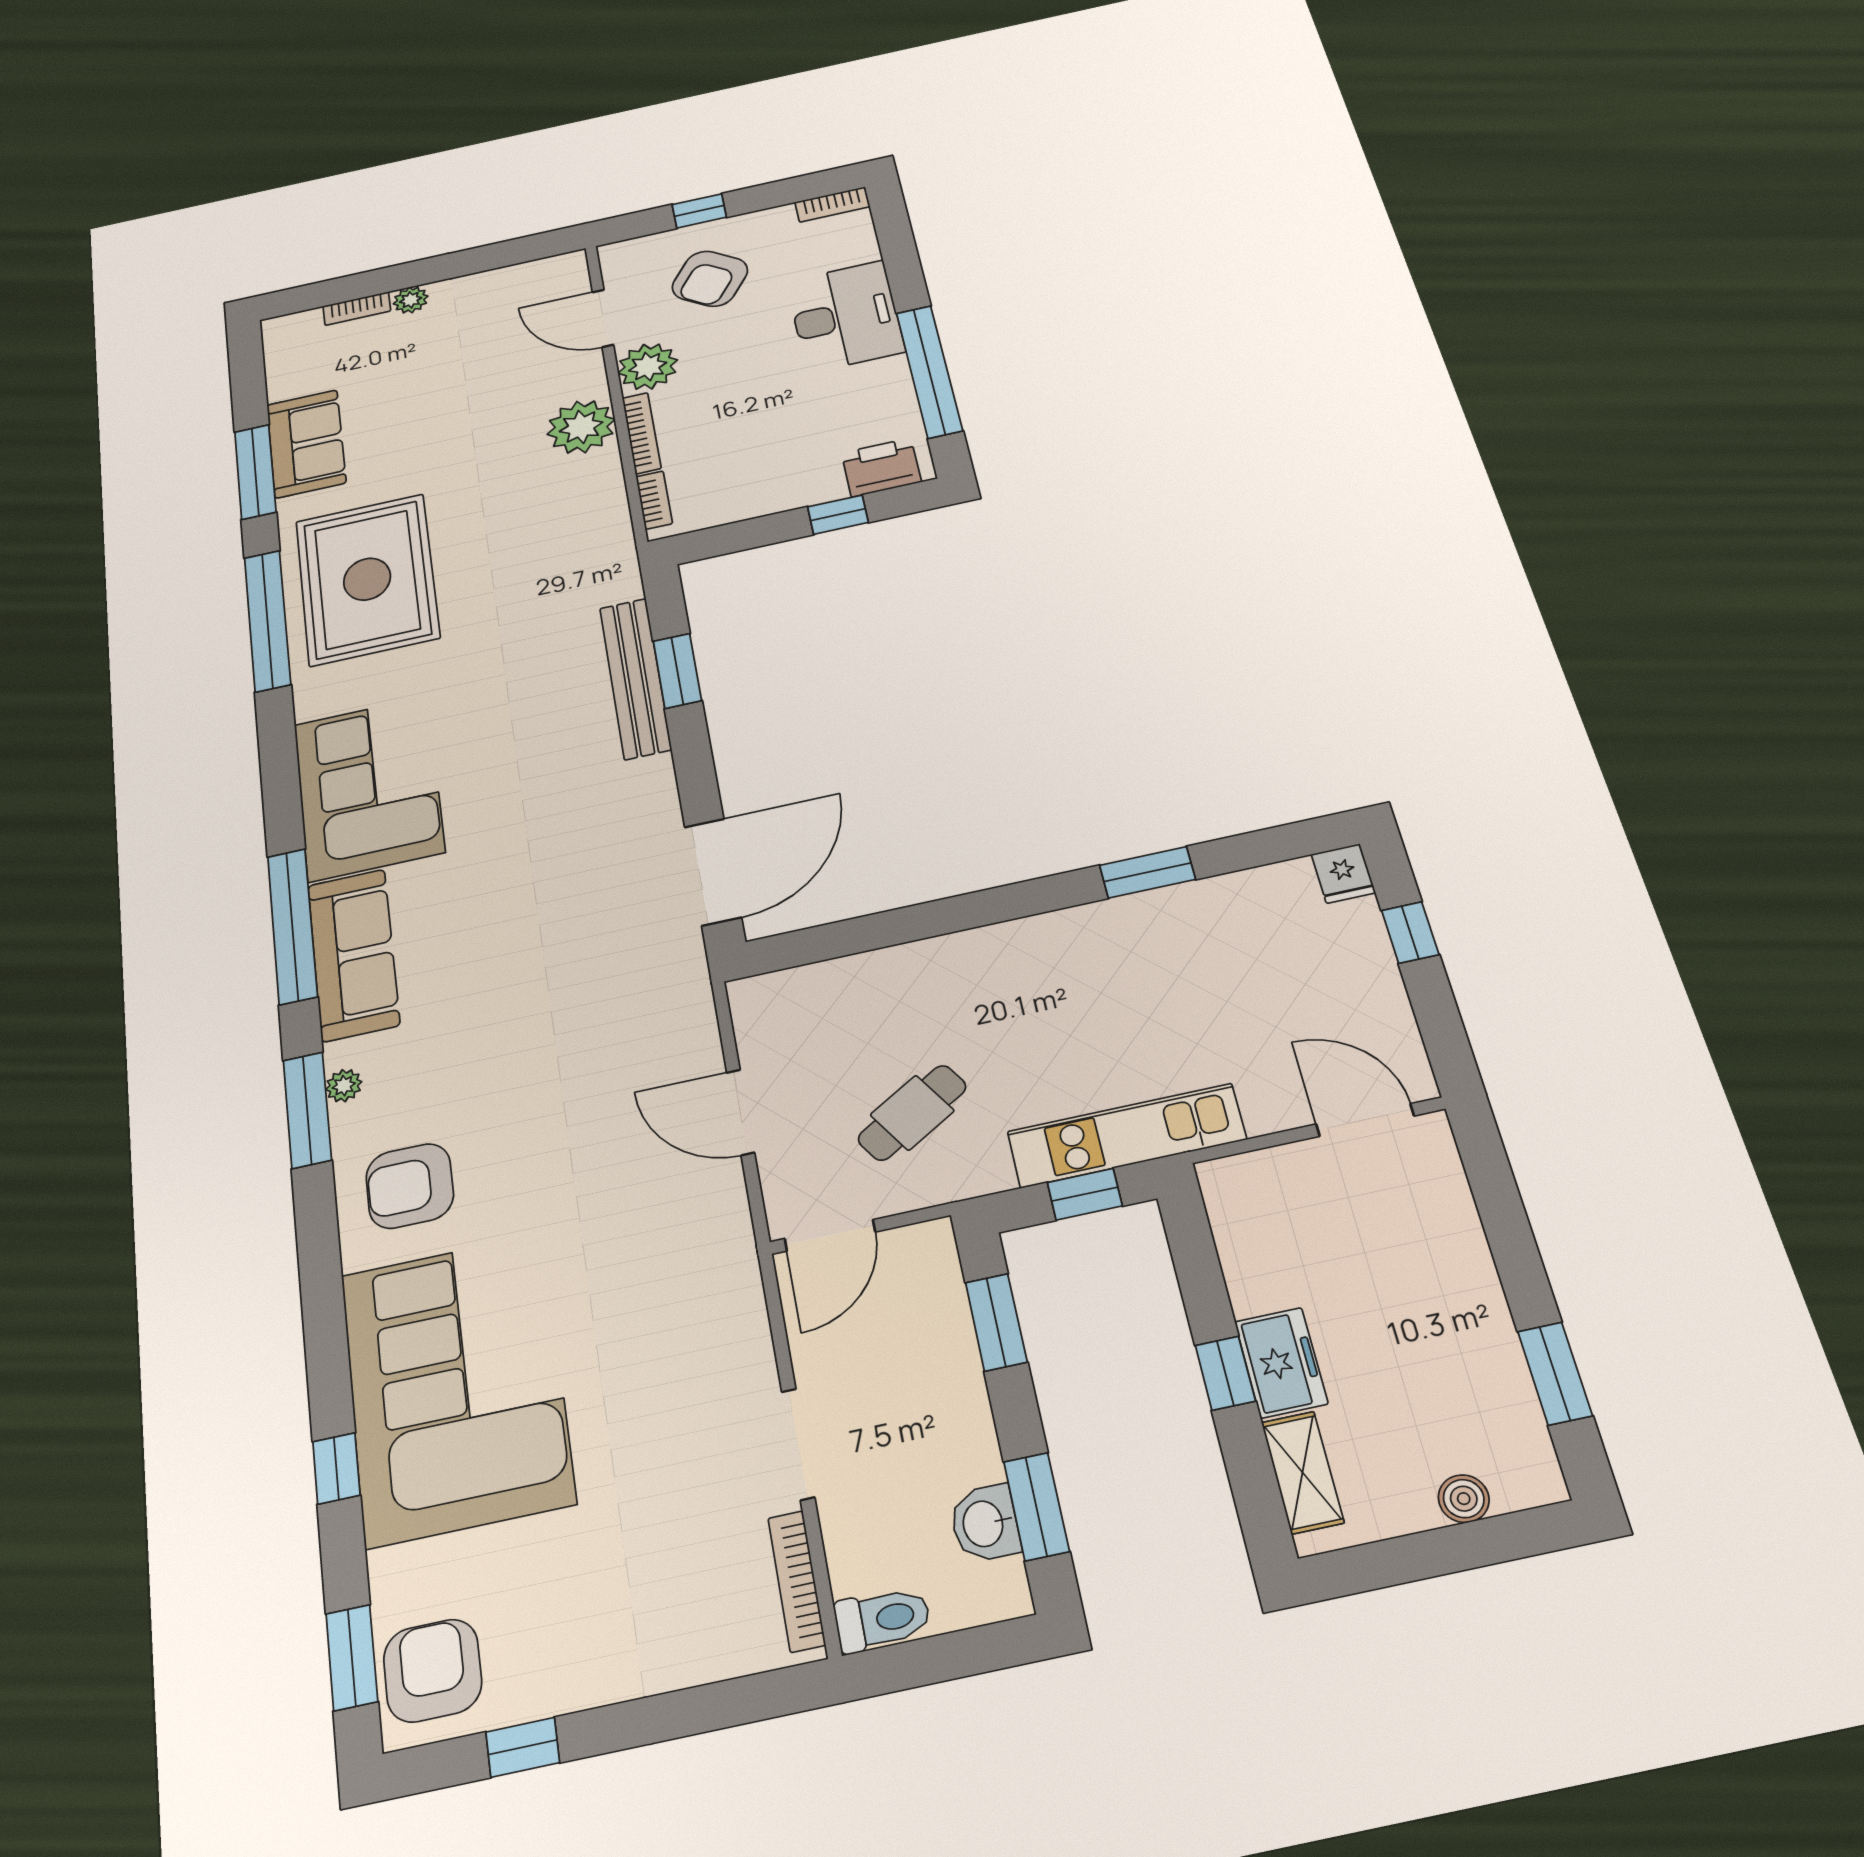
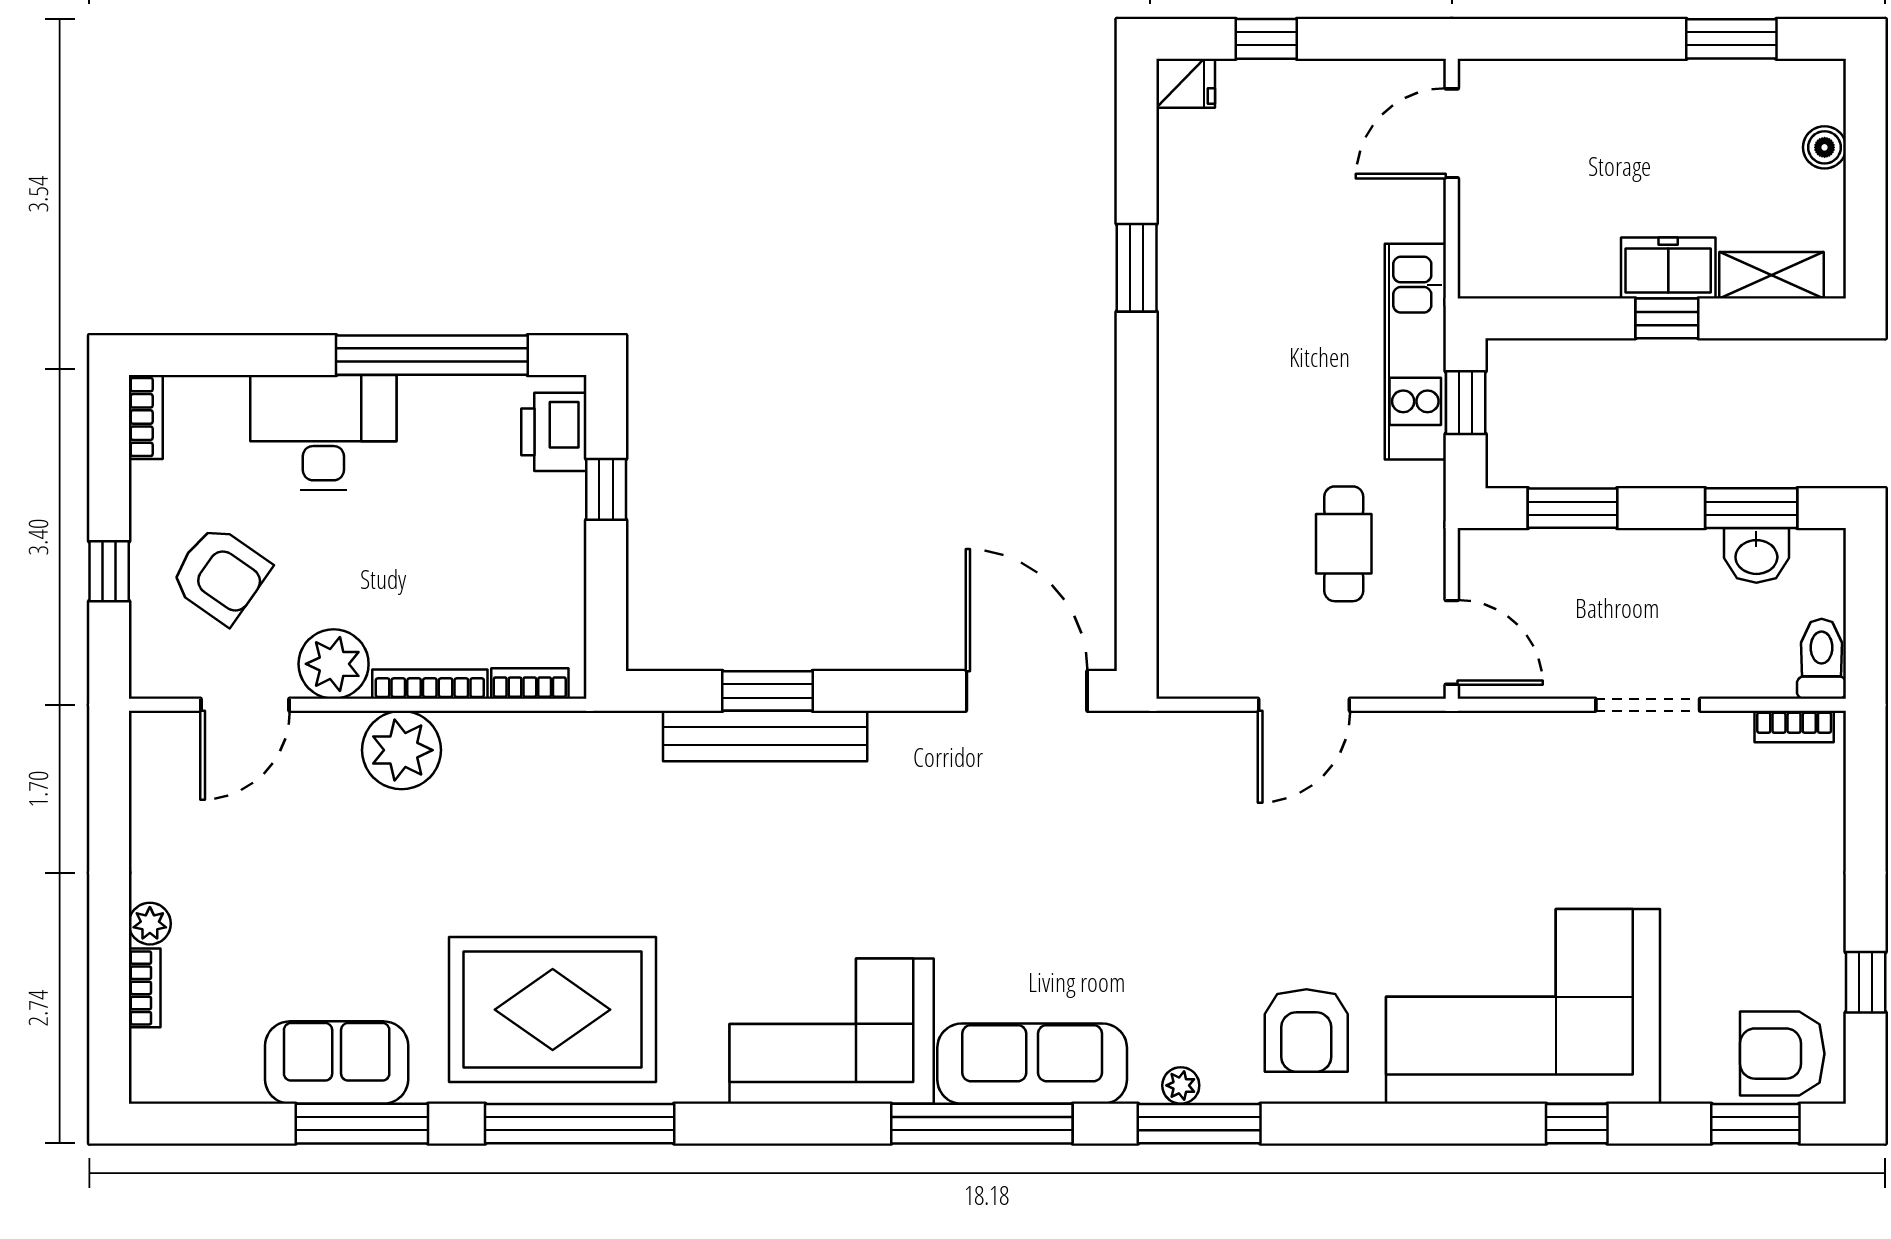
cafe table: (912, 1113) -> (1344, 544), turned 32
bookcase: (797, 1581) -> (1794, 726), width x0.64

